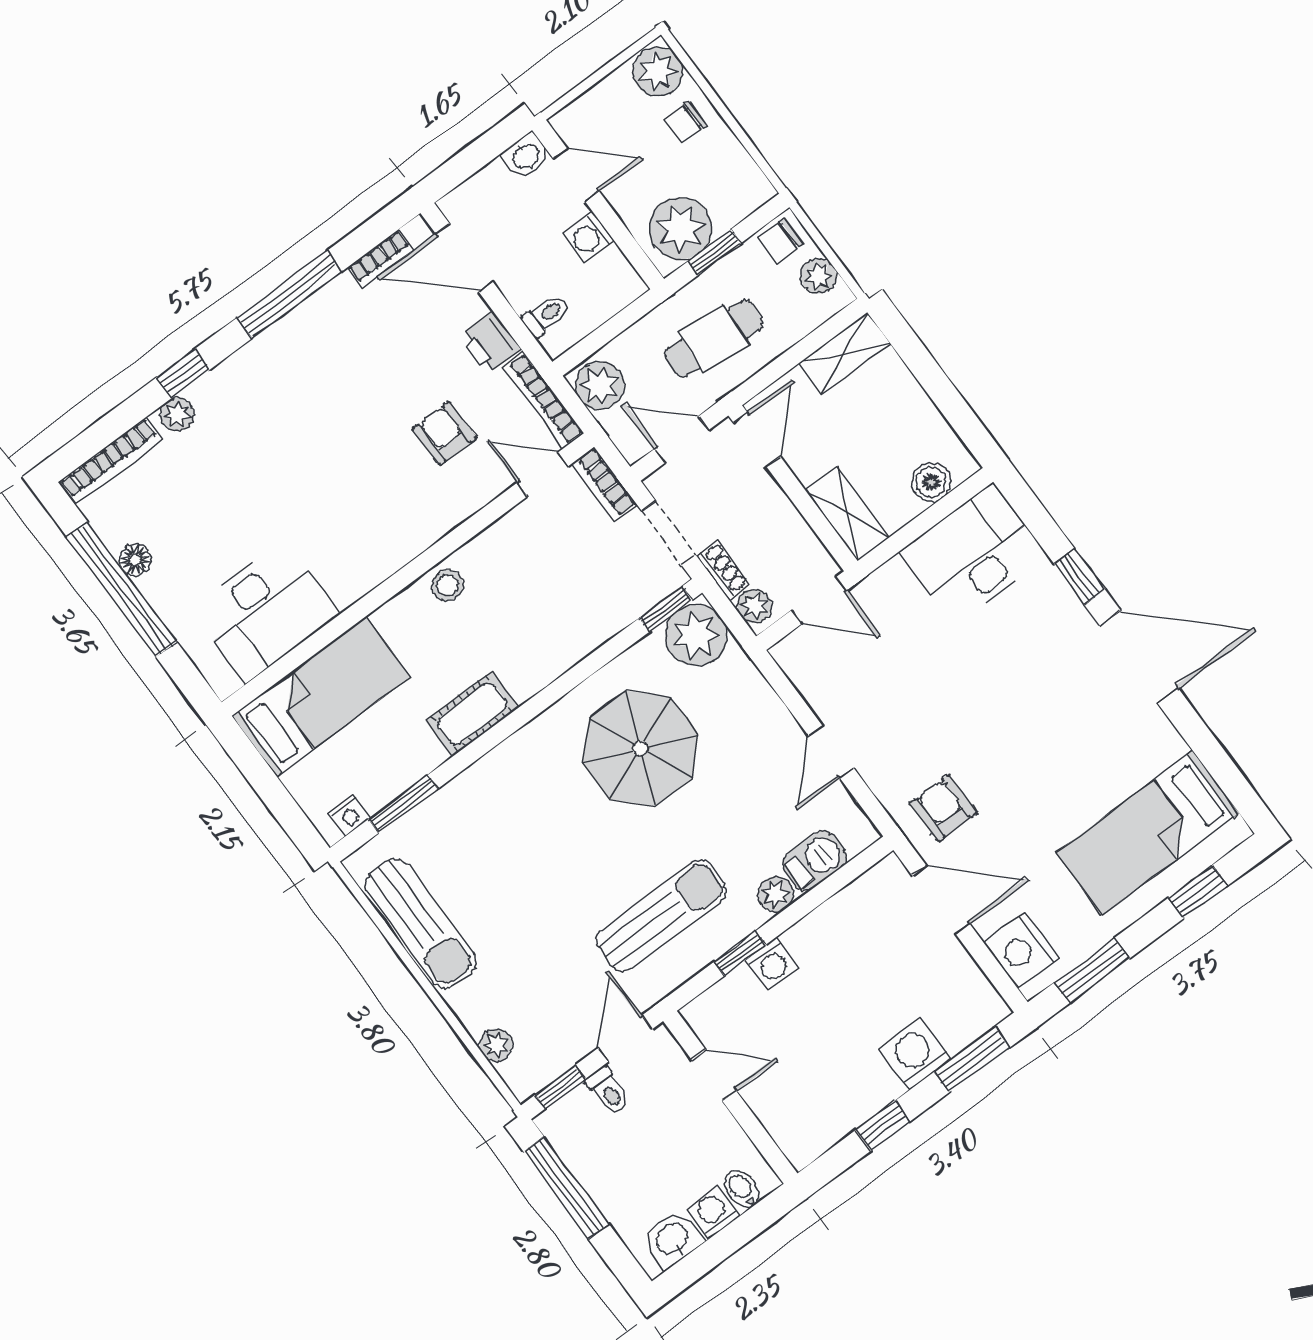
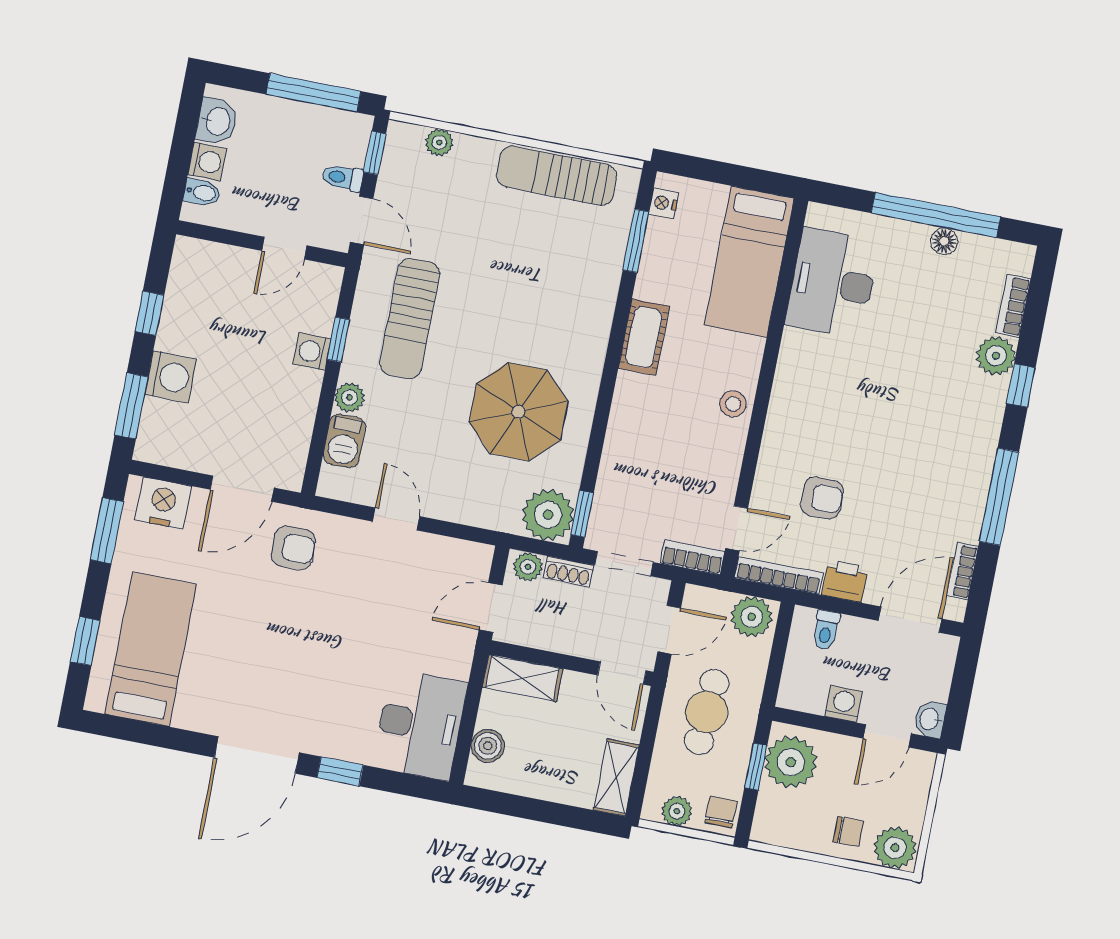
chair: (685, 123) -> (848, 831), turned 90
plant: (177, 414) -> (996, 356), width x1.38, depth x1.38
bookcase: (111, 461) -> (1013, 306), width x0.64

